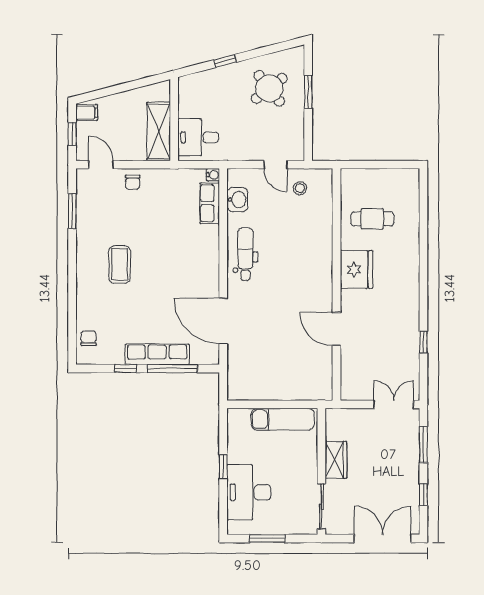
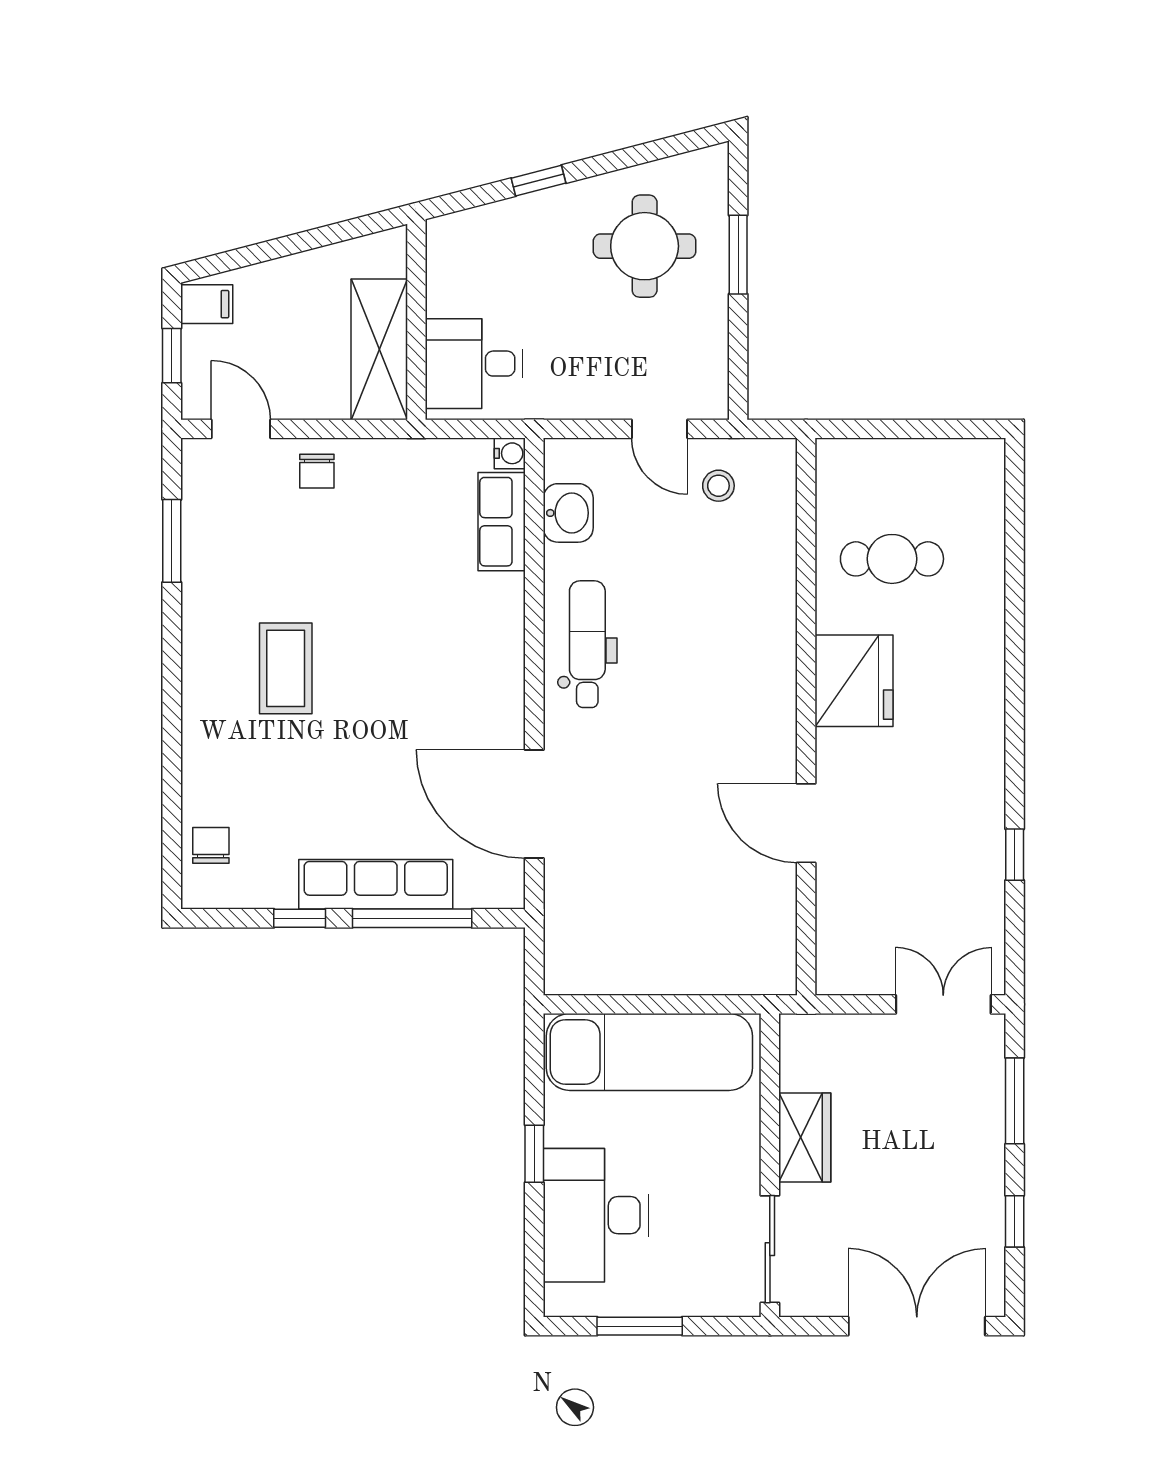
round table: (269, 88) -> (645, 246), turned 38
exam couch: (283, 419) -> (649, 1052), width x1.36, depth x1.45

